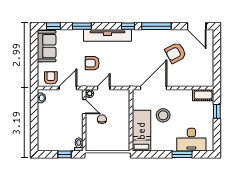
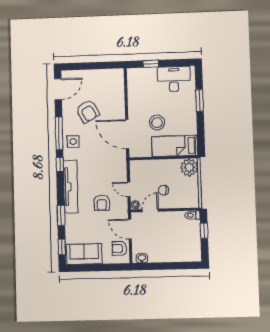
side table: (148, 39) -> (73, 142), added
cot: (203, 95) -> (133, 79), removed
desk: (191, 140) -> (174, 79), moved, turned -90
plant: (122, 143) -> (189, 167), added

